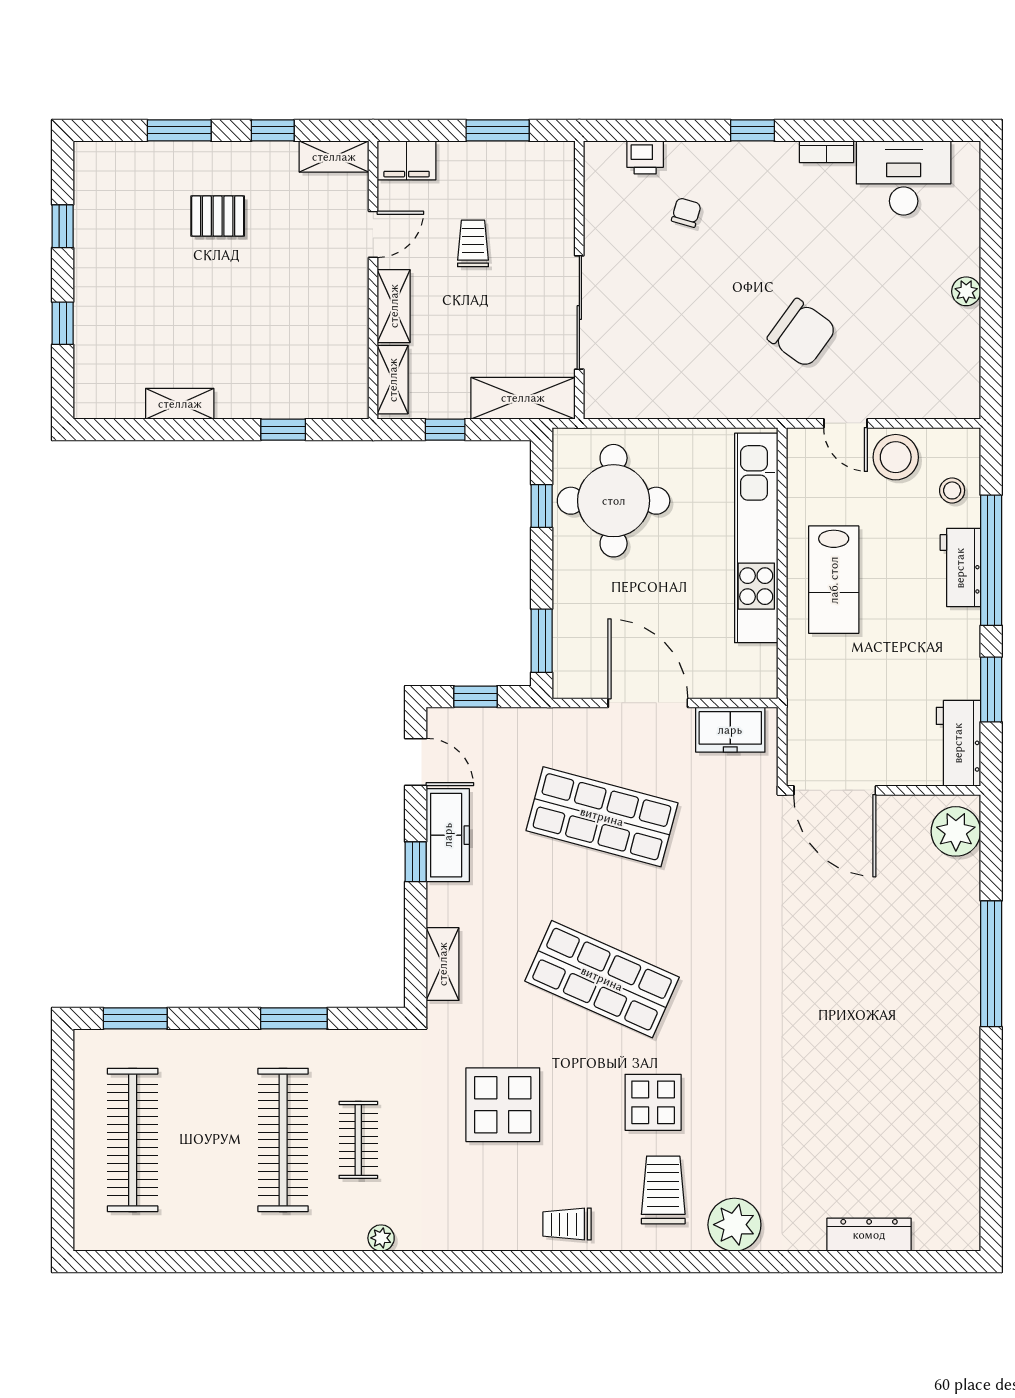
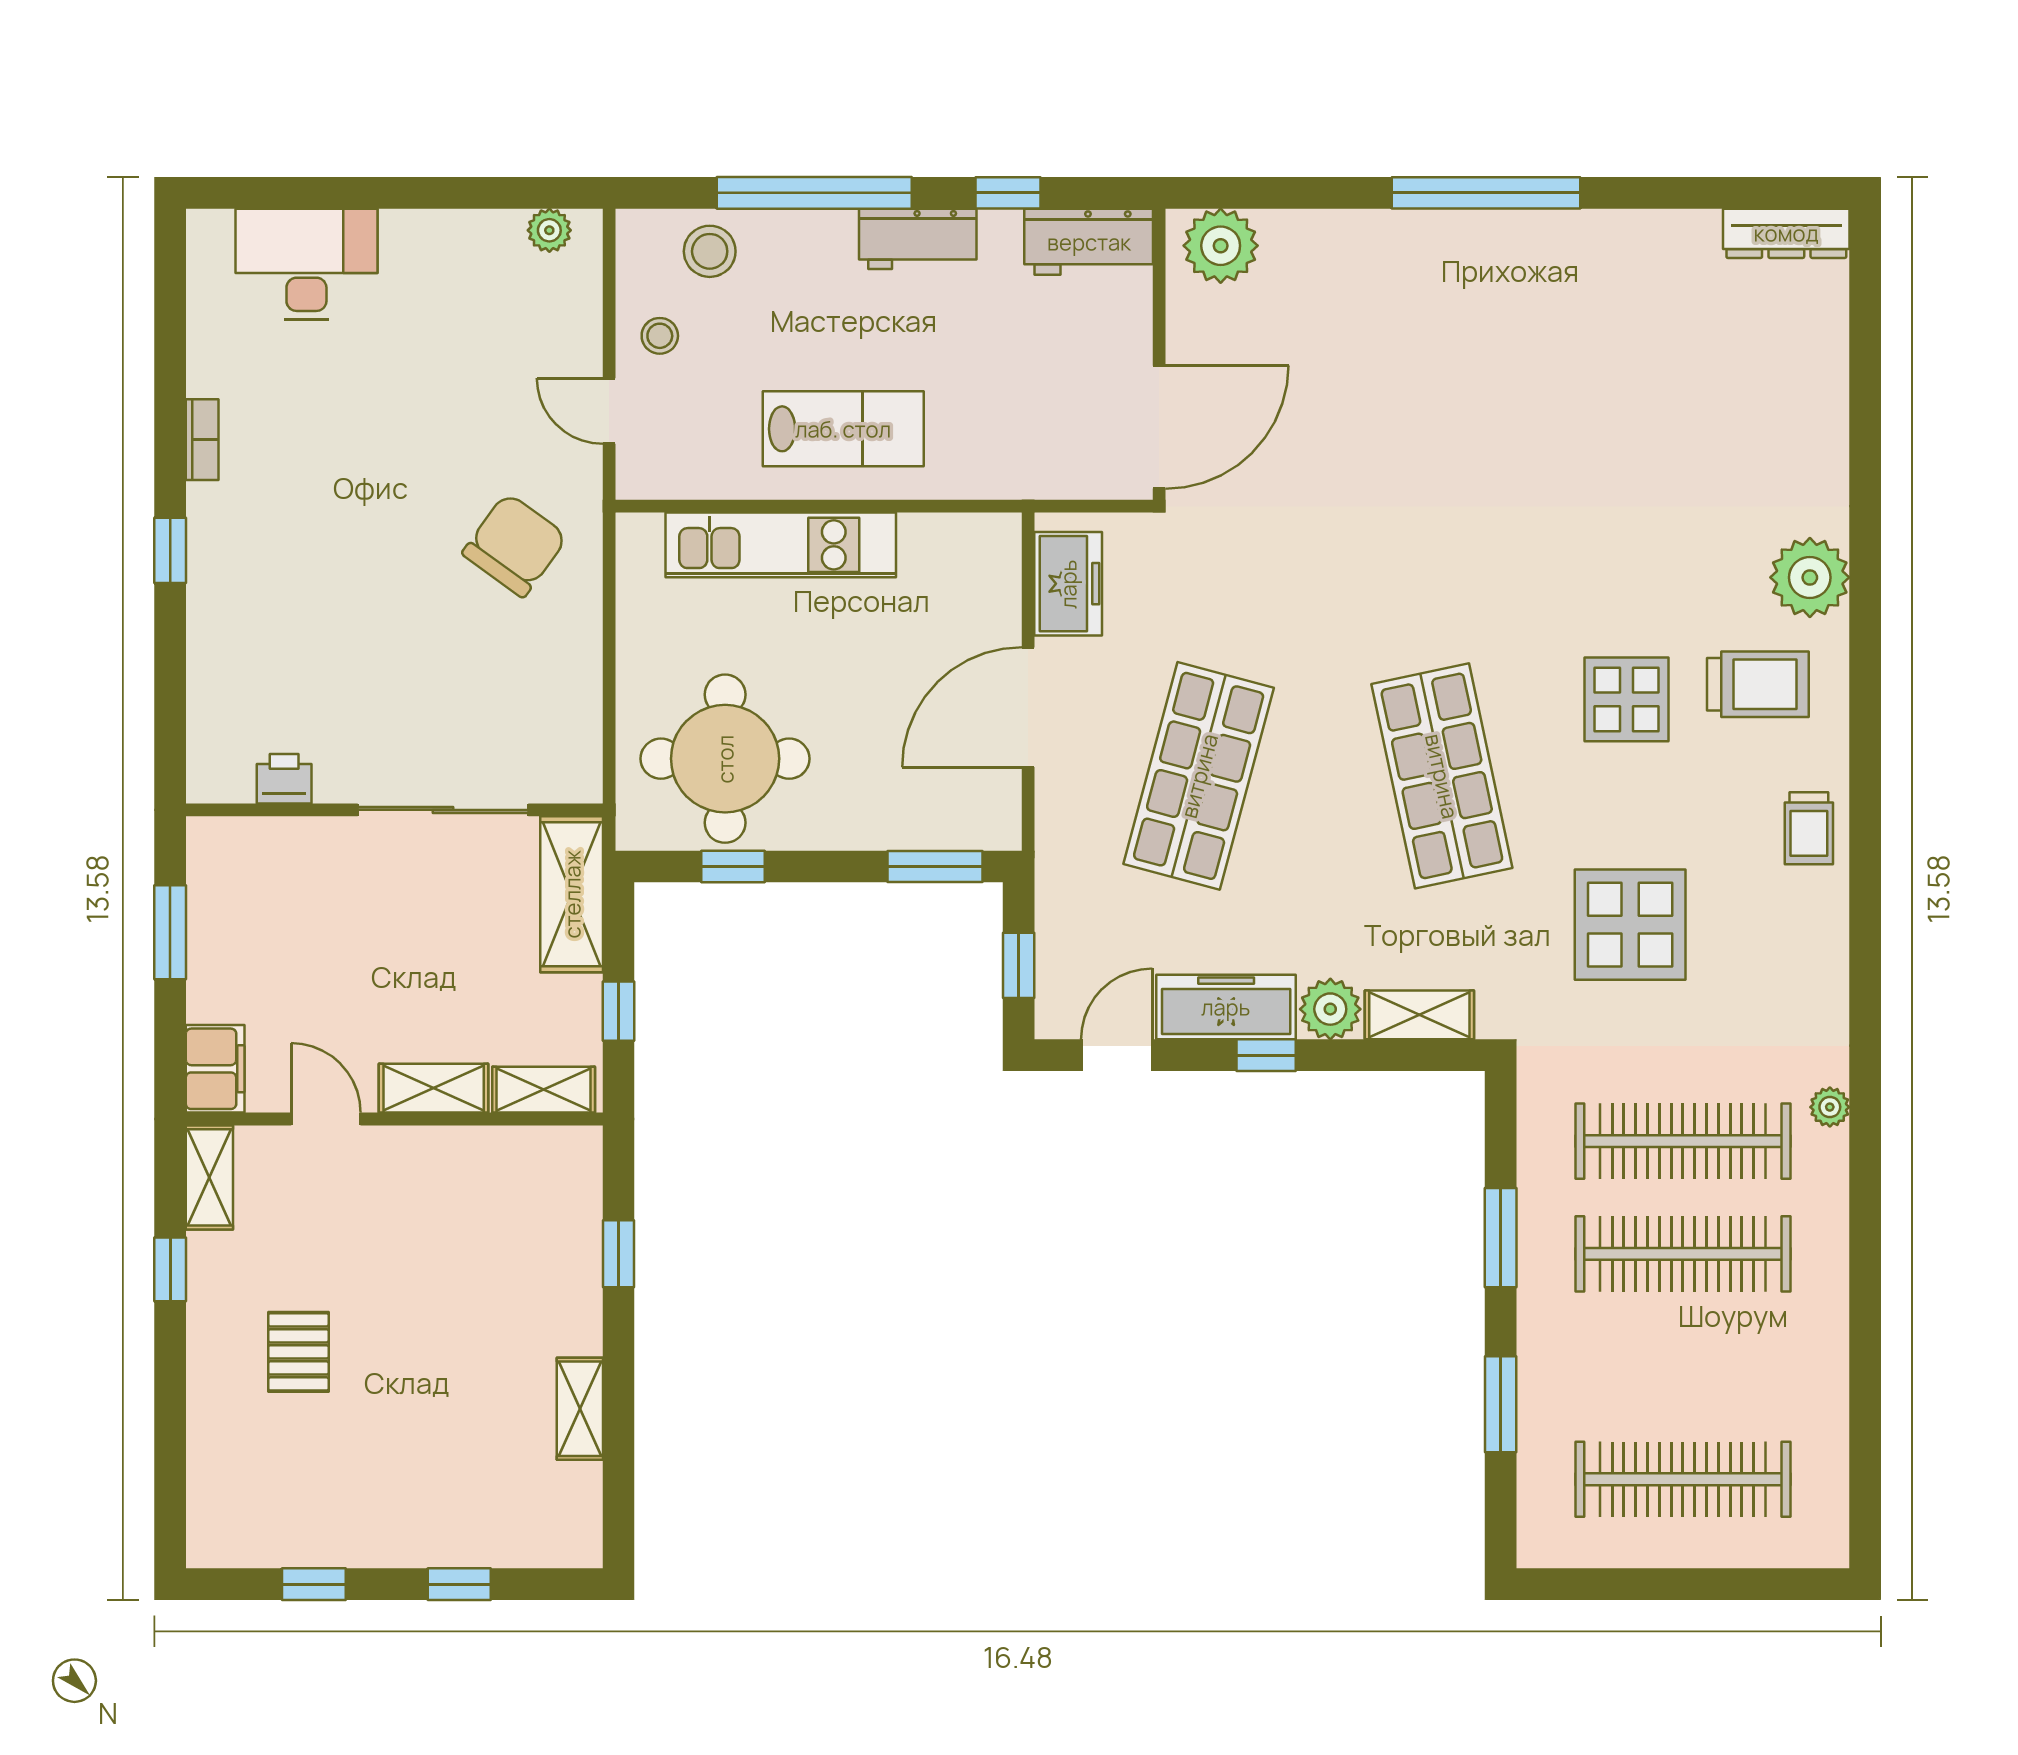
window: (179, 130) -> (170, 1409), removed
printer: (645, 157) -> (284, 779), moved, turned -90
desk: (904, 178) -> (306, 264), moved, turned 90
chair: (686, 213) -> (293, 650), removed
trolley: (473, 243) -> (340, 969), removed
plant: (966, 291) -> (549, 230), moved
chair: (802, 333) -> (515, 545), moved
door: (845, 423) -> (609, 411), swing flipped
stool: (896, 457) -> (660, 336), width x0.53, depth x0.53
stool: (952, 490) -> (710, 251), width x1.37, depth x1.37
kitchen unit: (756, 538) -> (781, 545), width x0.73
workbench: (960, 568) -> (918, 239), moved
window: (991, 690) -> (1008, 193), width x0.67
plant: (446, 905) -> (1330, 1009), added
window: (991, 964) -> (1486, 193), moved
shop shelf: (602, 979) -> (1442, 776), turned -36
window: (135, 1018) -> (1501, 1404), moved
clothes rail: (358, 1140) -> (1683, 1141), width x1.86, depth x1.31
trolley: (663, 1190) -> (1758, 684), turned 180
dresser: (869, 1235) -> (1786, 233), moved, turned -90

